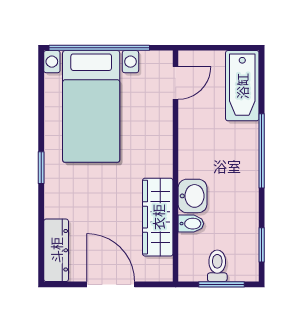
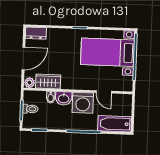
door: (176, 83) -> (104, 92), moved
washing machine: (200, 155) -> (83, 103), added
wardrobe: (158, 217) -> (48, 81), width x0.67
dresser: (56, 250) -> (36, 33), width x0.70
plant: (162, 269) -> (30, 83), added

